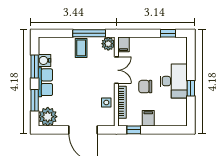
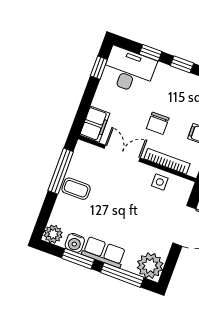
plant: (108, 44) -> (53, 234), moved
filing cabinet: (124, 44) -> (95, 124), width x2.00
window: (191, 64) -> (151, 53), added
desk: (174, 81) -> (129, 70), moved
window: (35, 100) -> (122, 275), width x1.44

